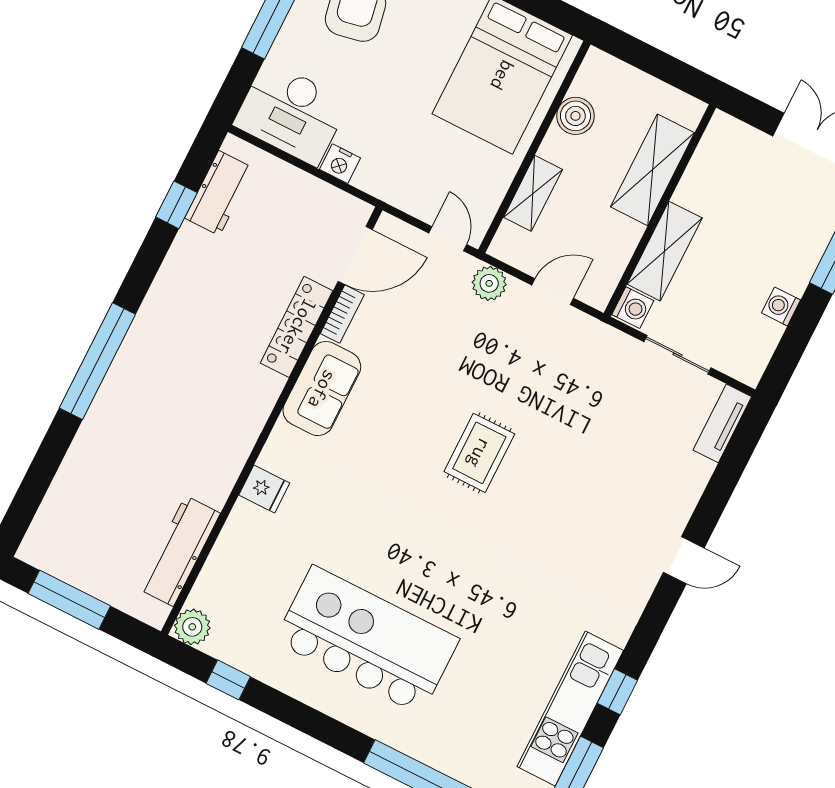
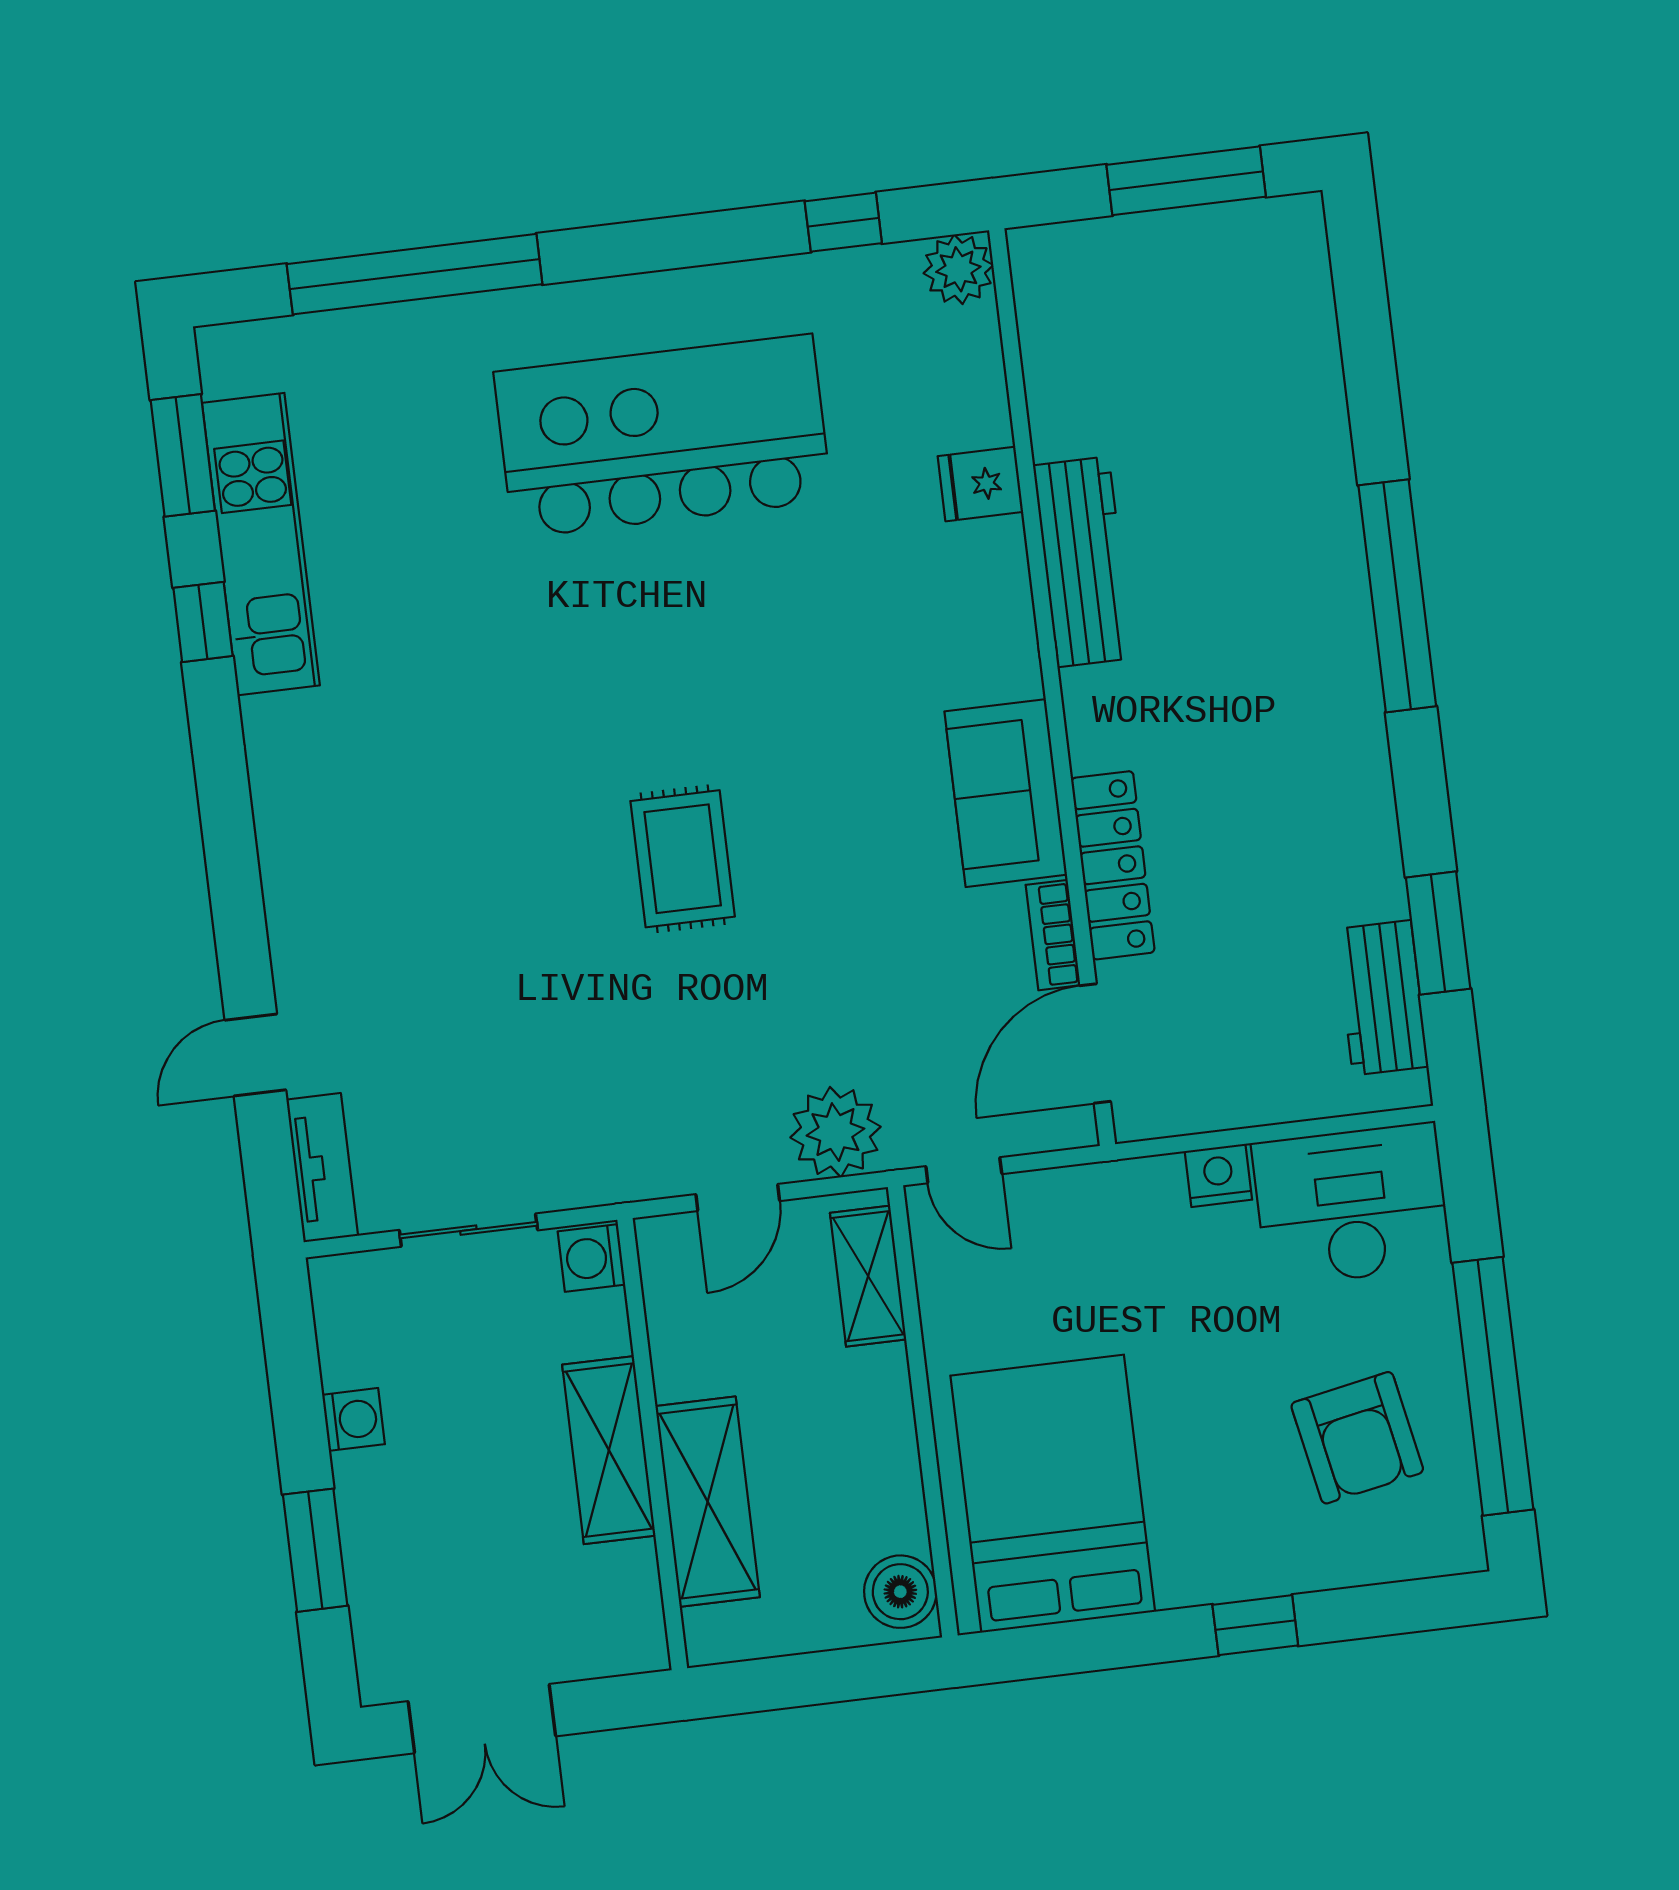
boiler: (575, 116) -> (900, 1592), moved
shelving: (533, 193) -> (868, 1276), moved
window: (176, 205) -> (1438, 933), width x1.50
shelving: (665, 251) -> (609, 1450), moved
plant: (489, 283) -> (835, 1132), width x1.36, depth x1.36
fridge: (264, 489) -> (980, 484), moved
workbench: (179, 551) -> (1083, 562), moved
door: (684, 560) -> (255, 1055), moved
kitchen island: (367, 640) -> (663, 436), turned 180

